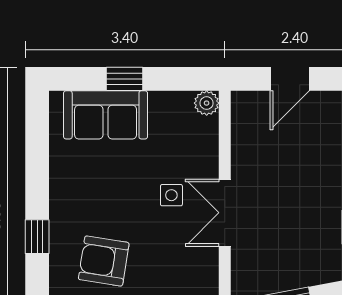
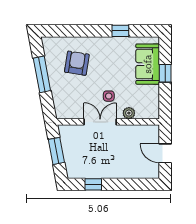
plant: (207, 103) -> (129, 113), moved
window: (37, 237) -> (120, 31), moved

